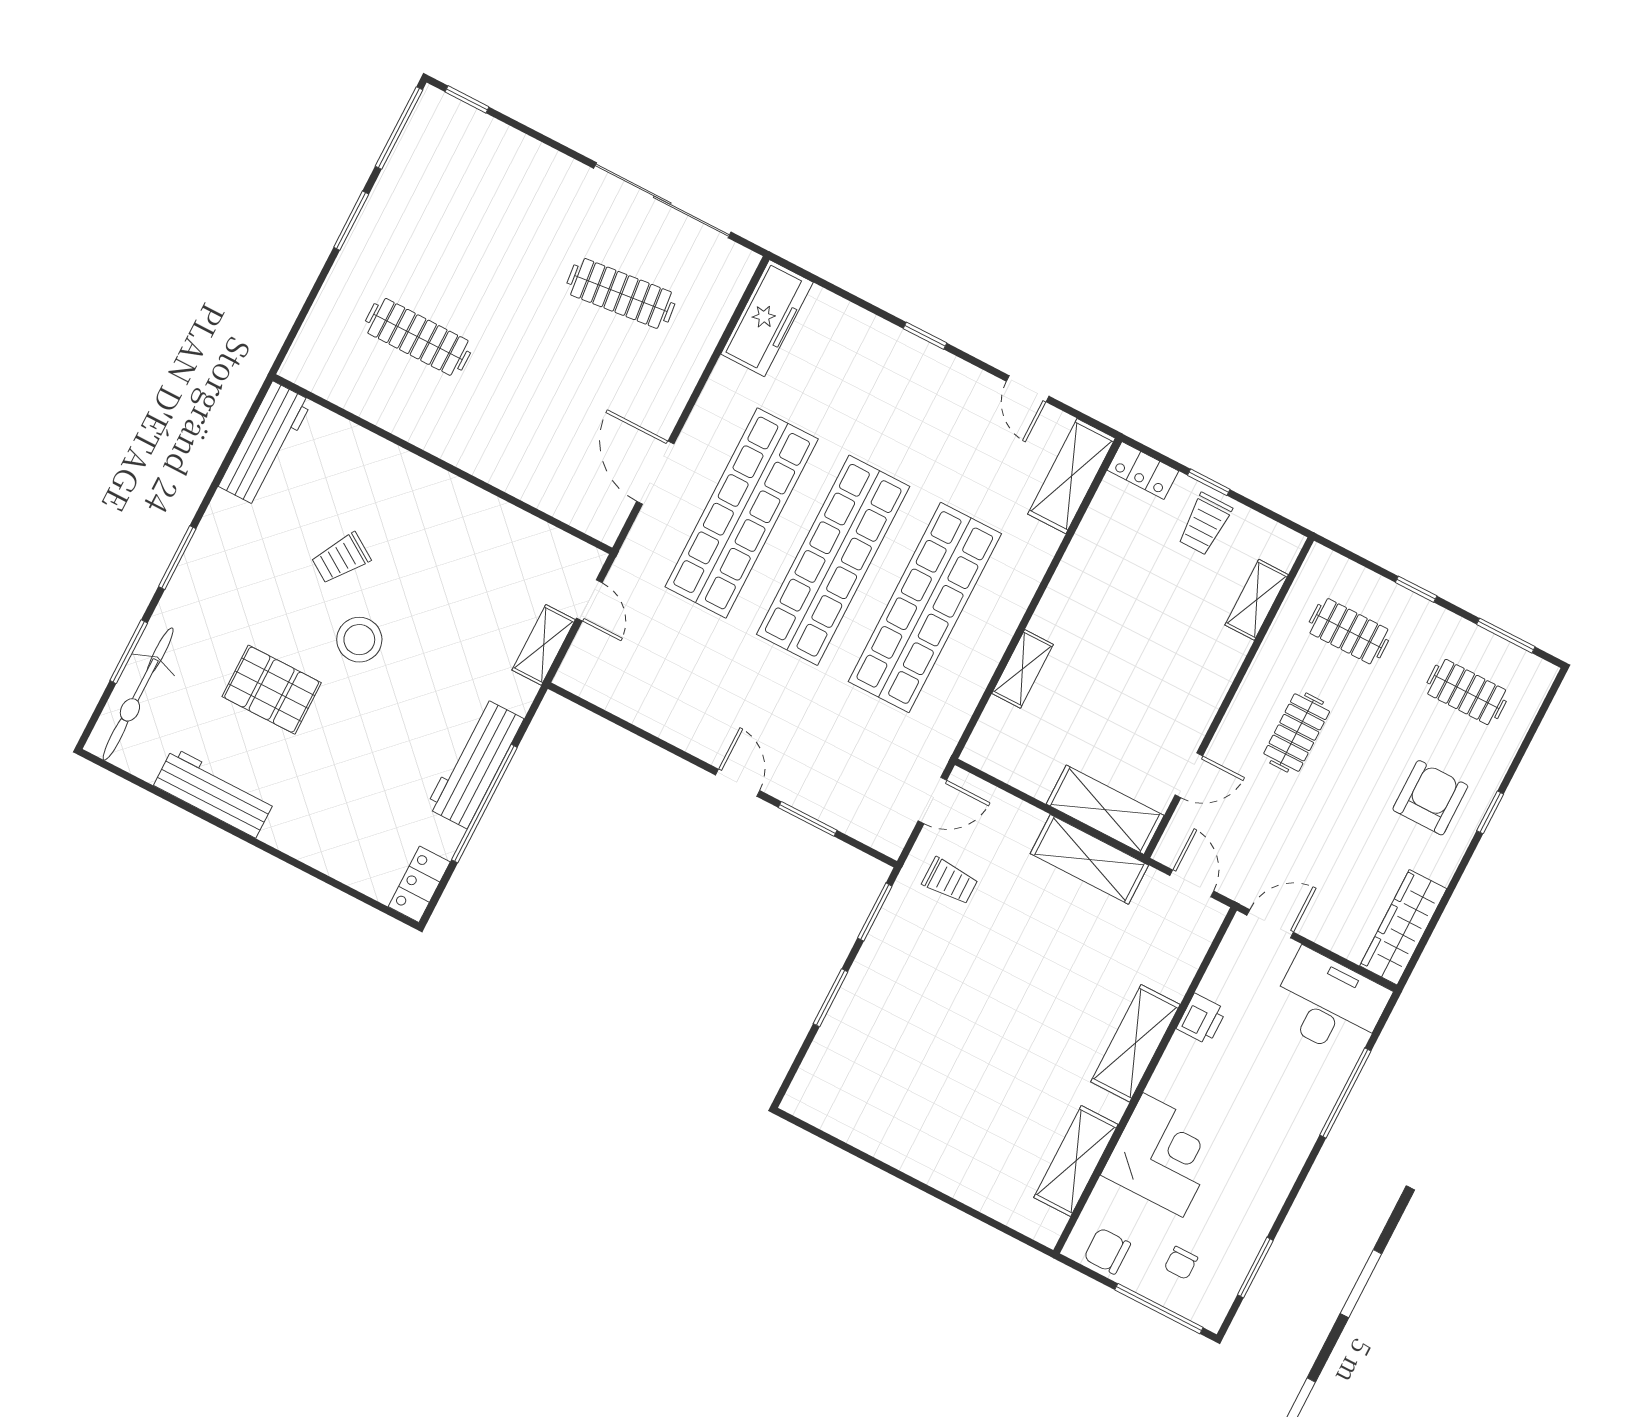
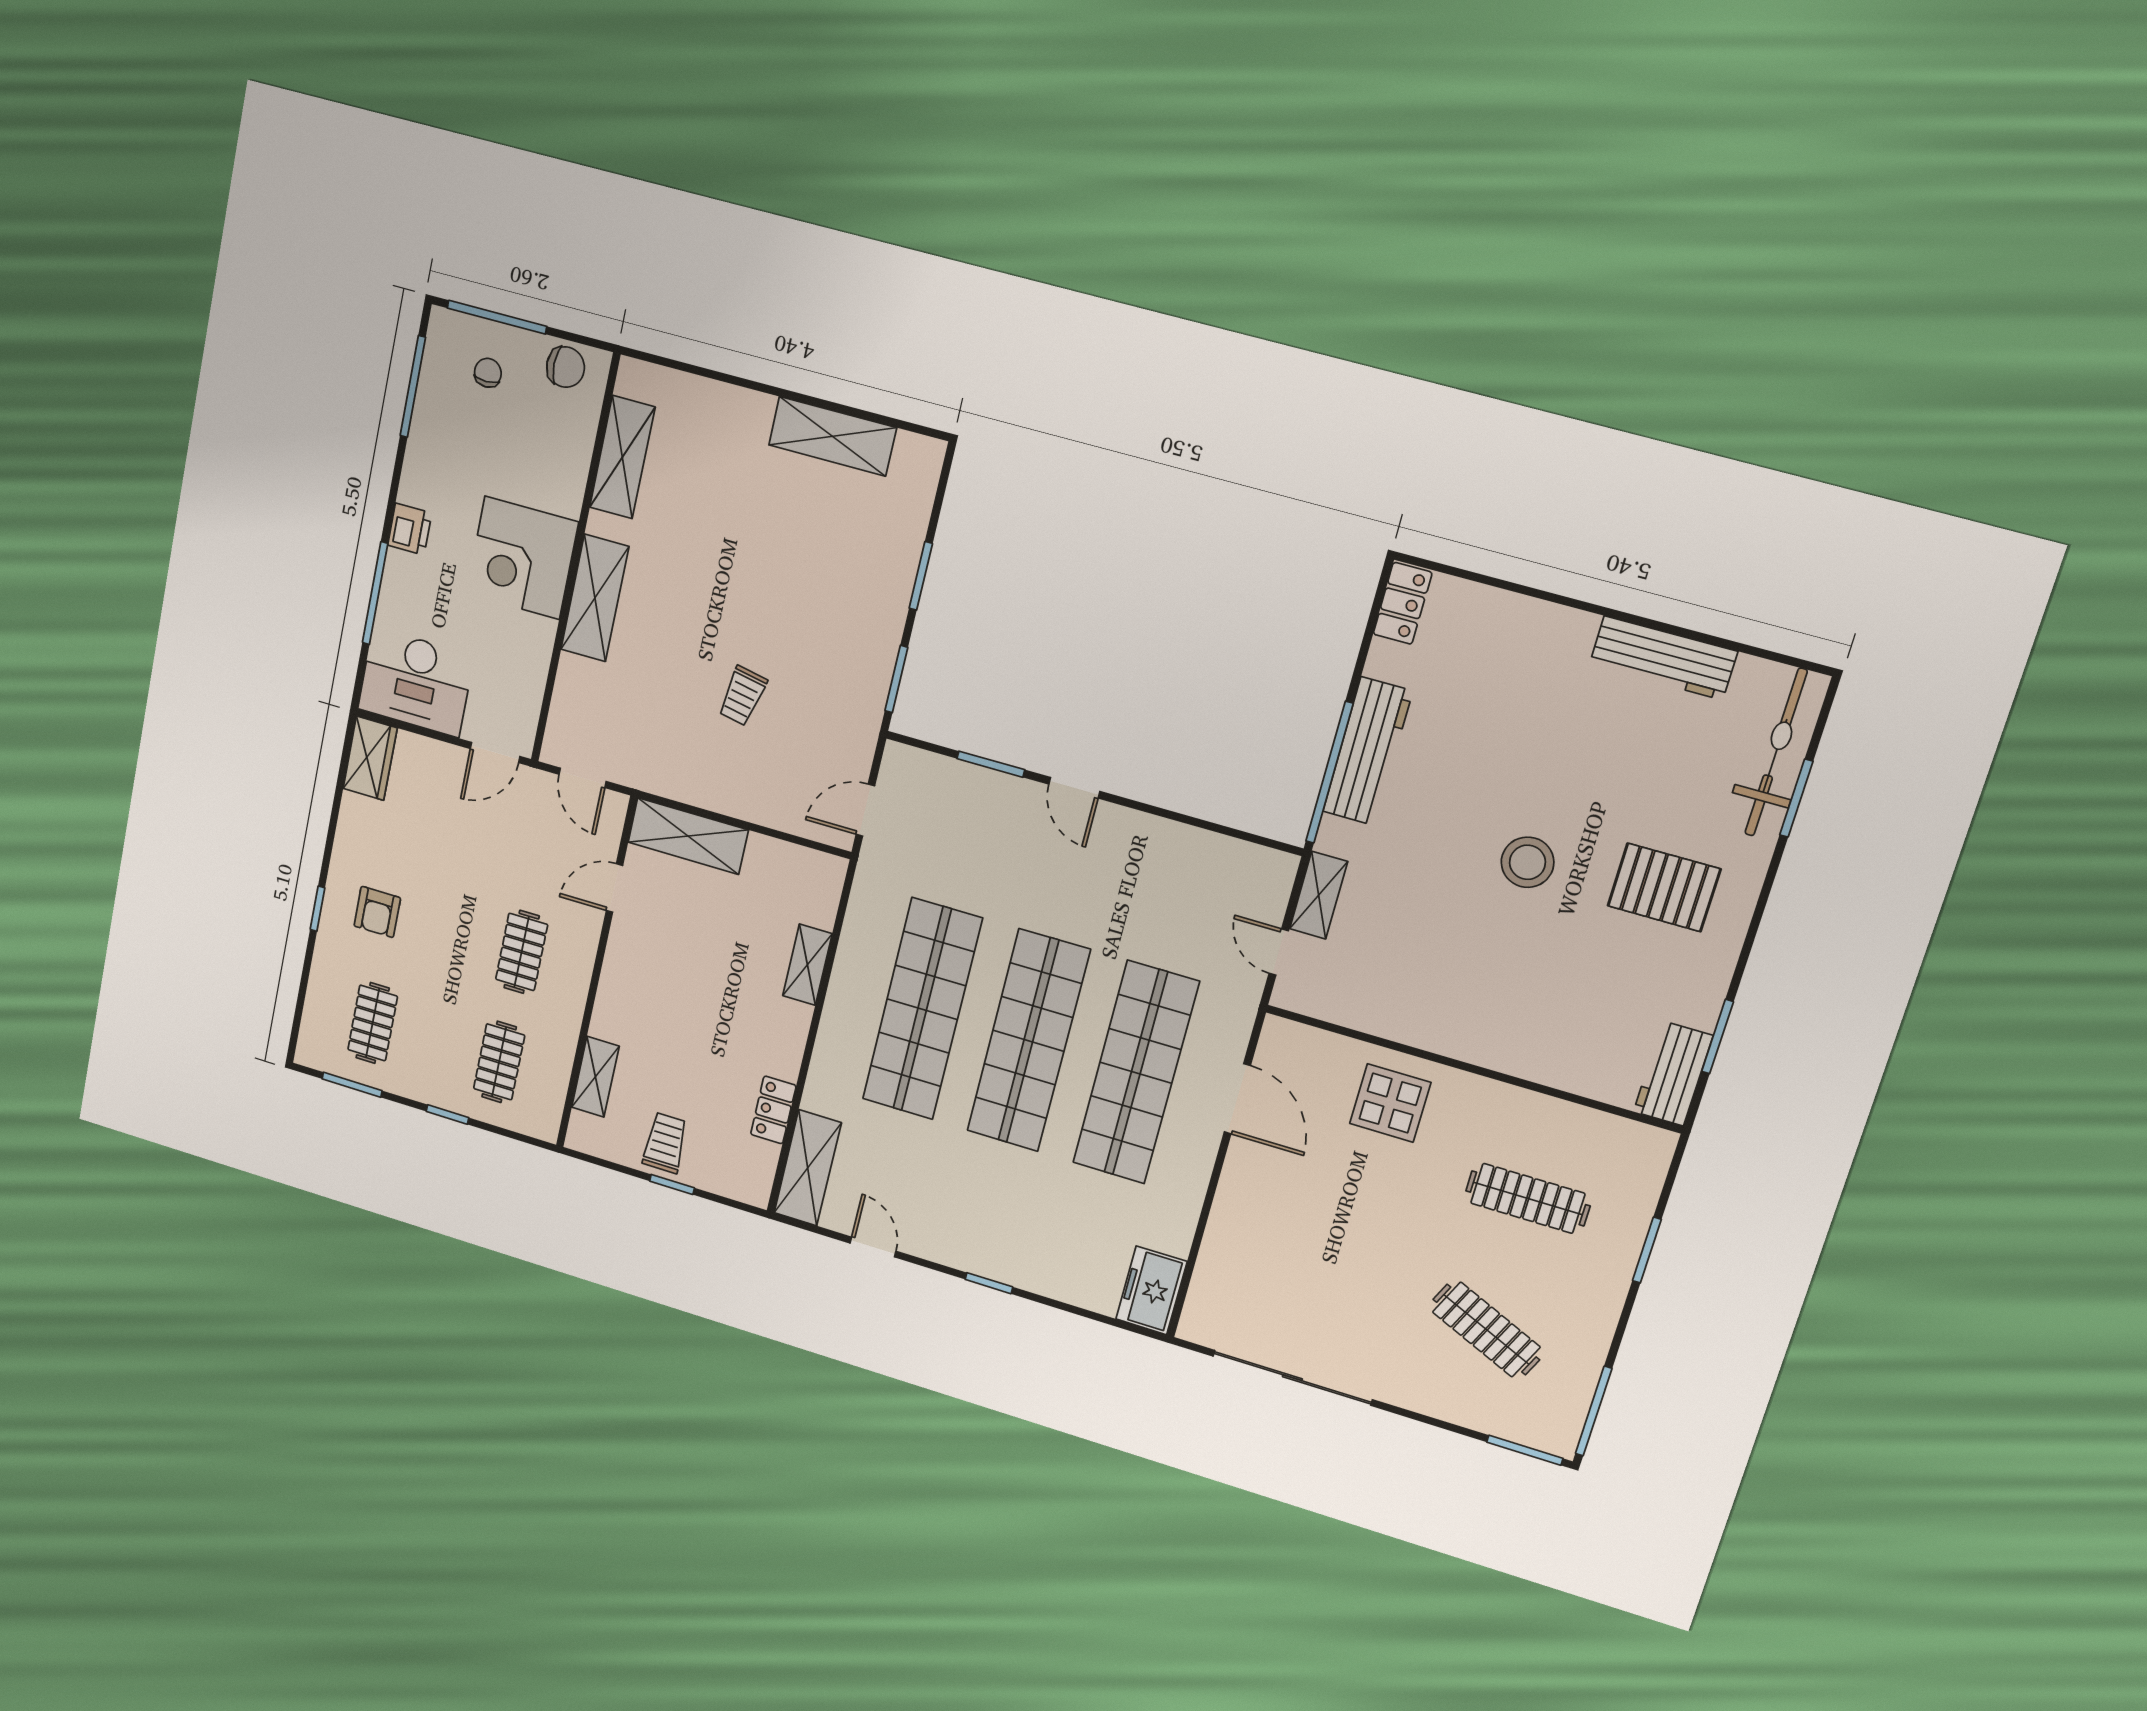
window: (467, 99) -> (1525, 1450), width x1.50
window: (351, 221) -> (1647, 1250), moved
clothes rail: (621, 293) -> (1486, 1330), moved, turned 30
freezer: (767, 318) -> (1151, 1290), width x0.71
workbench: (265, 444) -> (1673, 1074), width x0.73
display table: (520, 445) -> (1390, 1103), added
locker: (1143, 471) -> (773, 1110), moved, turned -90
window: (177, 558) -> (1717, 1037), moved
trolley: (341, 558) -> (1567, 947), removed
clothes rail: (1349, 631) -> (499, 1062), turned 90
pallet: (272, 690) -> (1664, 887), moved
clothes rail: (1467, 692) -> (373, 1023), turned 90
armchair: (1430, 798) -> (377, 912), width x0.72, depth x0.72
window: (484, 804) -> (1329, 773), moved
shelving: (1089, 859) -> (833, 436), moved
trolley: (950, 881) -> (742, 696), moved, turned -79
wardrobe: (1403, 927) -> (370, 758), width x0.67
printer: (1201, 1019) -> (410, 529), moved, turned 180
corner desk: (1163, 1155) -> (522, 558), moved
window: (1255, 1268) -> (413, 387), width x1.44

